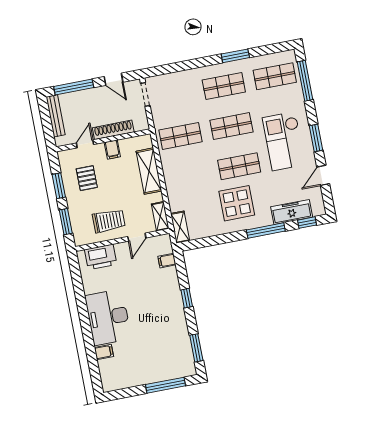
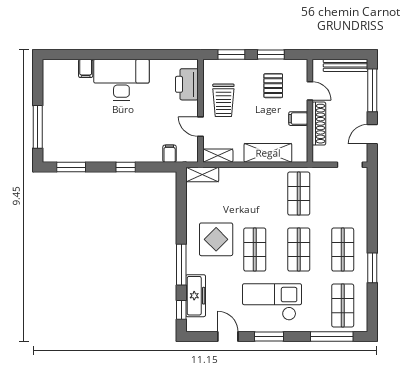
pallet: (87, 178) -> (273, 86), turned 90

